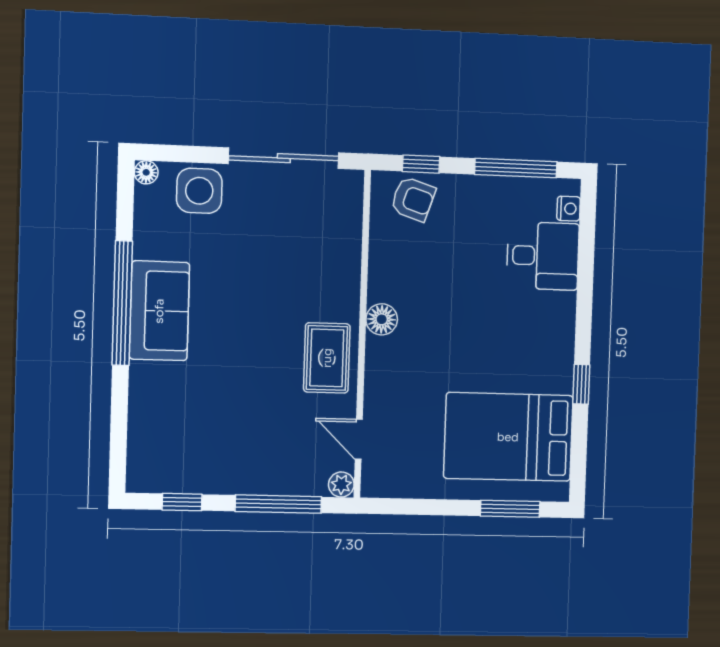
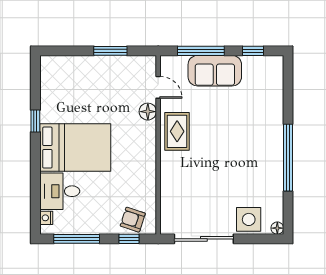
sofa: (159, 311) -> (215, 71), moved, turned -90
floor lamp: (382, 319) -> (148, 112), moved
bed: (508, 437) -> (75, 148), moved
plant: (341, 485) -> (167, 62), removed
window: (510, 509) -> (110, 51), moved

